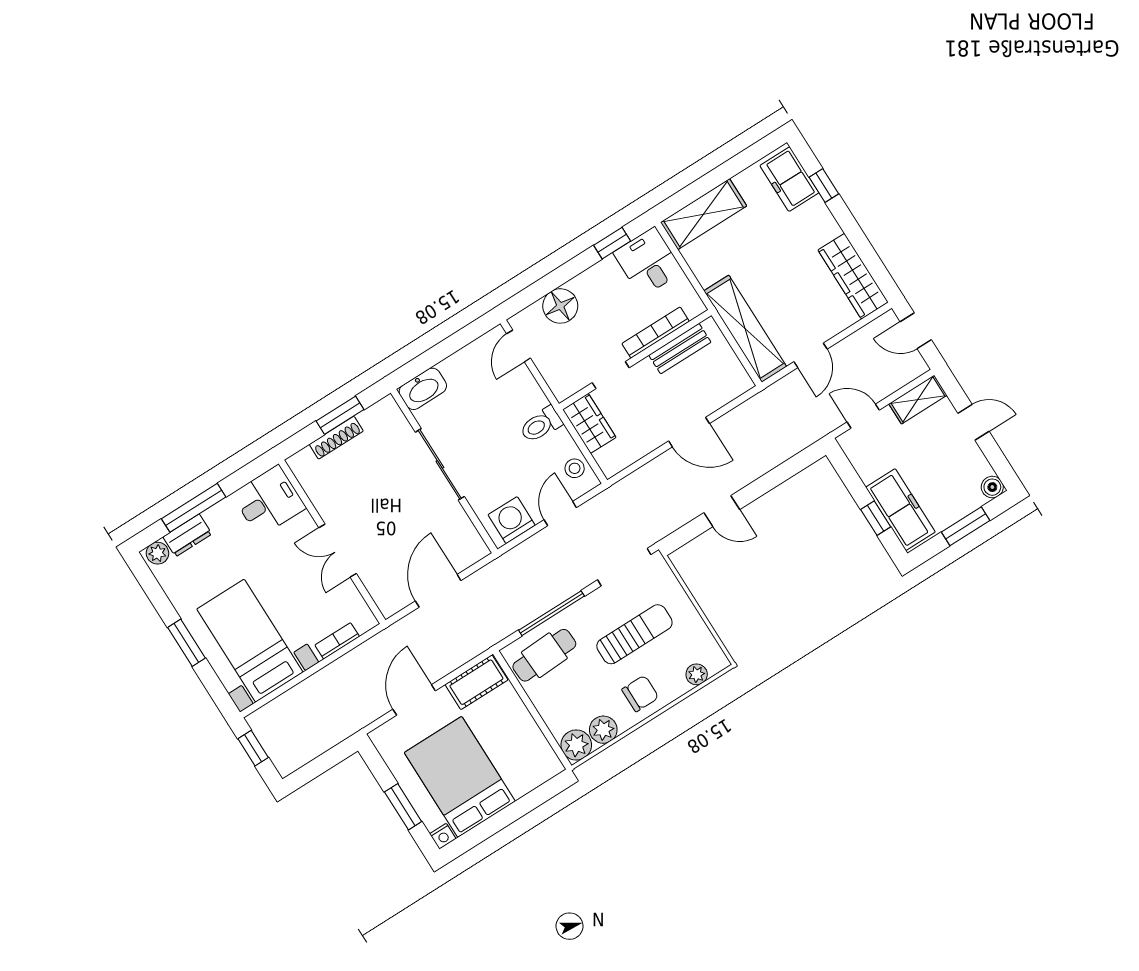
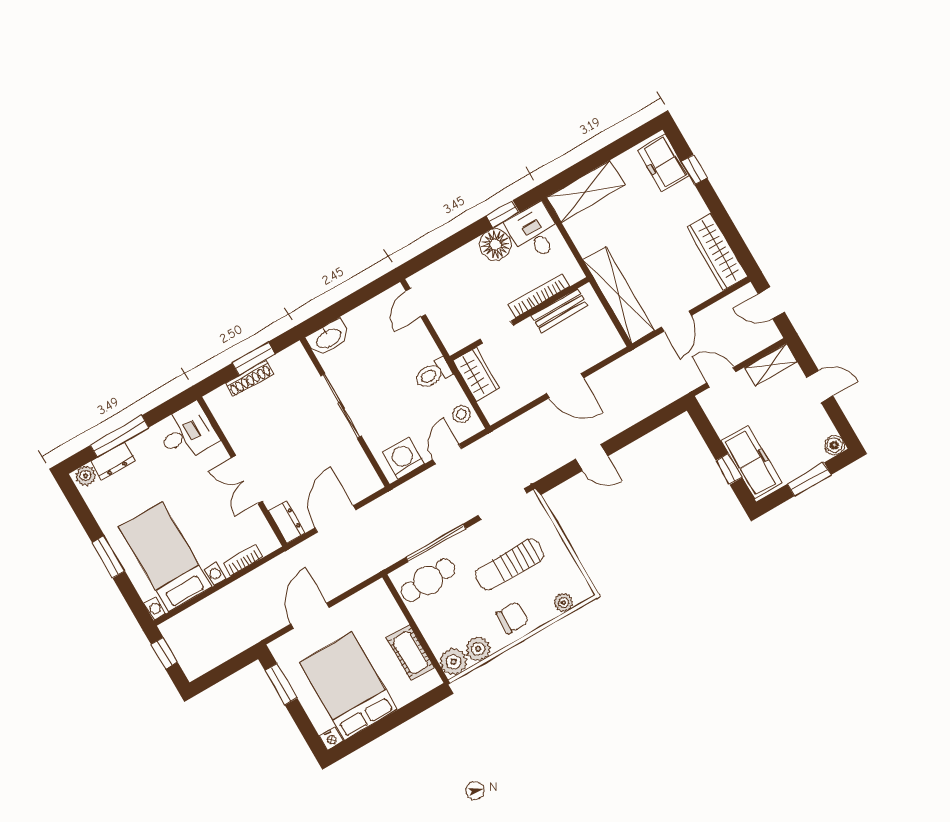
floor lamp: (560, 306) -> (495, 245), moved
dresser: (384, 596) -> (287, 522), added
sun lounger: (634, 634) -> (509, 565), turned 180
cot: (476, 682) -> (410, 653), moved, turned 90
window: (403, 807) -> (281, 684), moved

